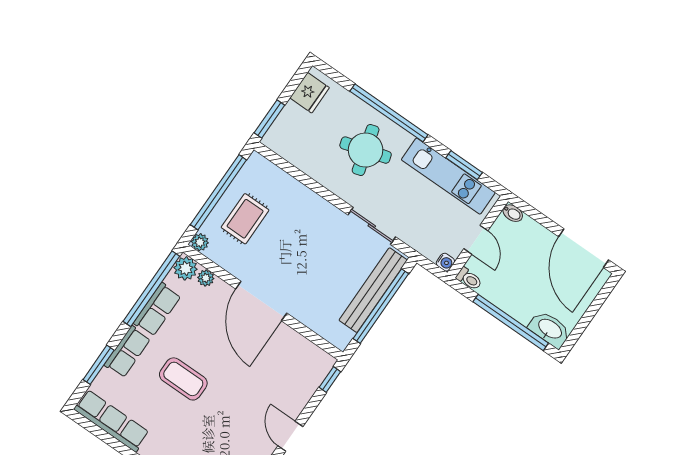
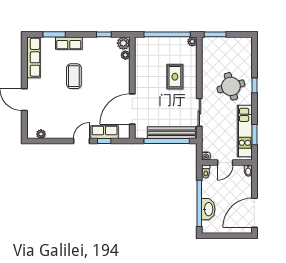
fridge: (310, 93) -> (239, 44), removed
window: (389, 113) -> (254, 85), width x0.32
rug: (245, 219) -> (175, 77), moved, turned 90
plant: (200, 242) -> (192, 41), moved
window: (151, 289) -> (104, 34), width x0.32
door: (261, 301) -> (132, 109), moved
row of seats: (157, 309) -> (105, 132), moved, turned 180
washbasin: (550, 329) -> (208, 209), moved
window: (330, 380) -> (104, 141), moved

